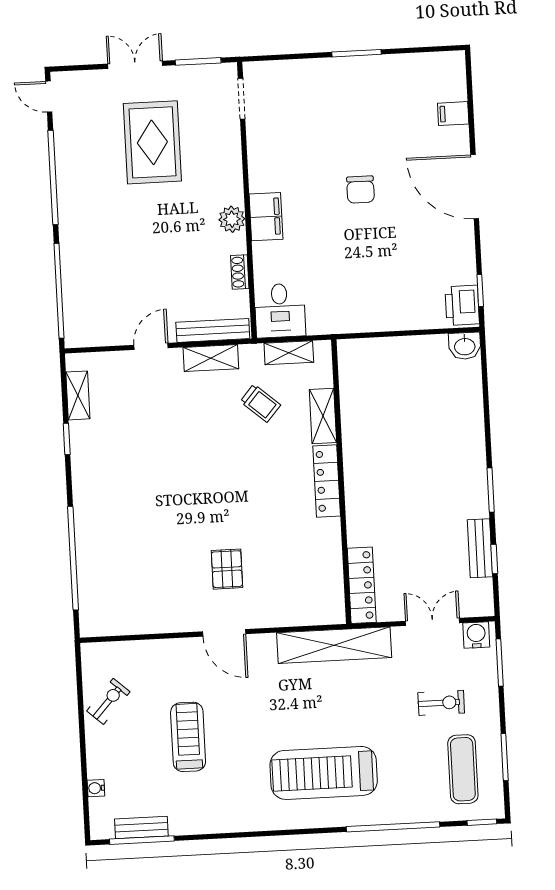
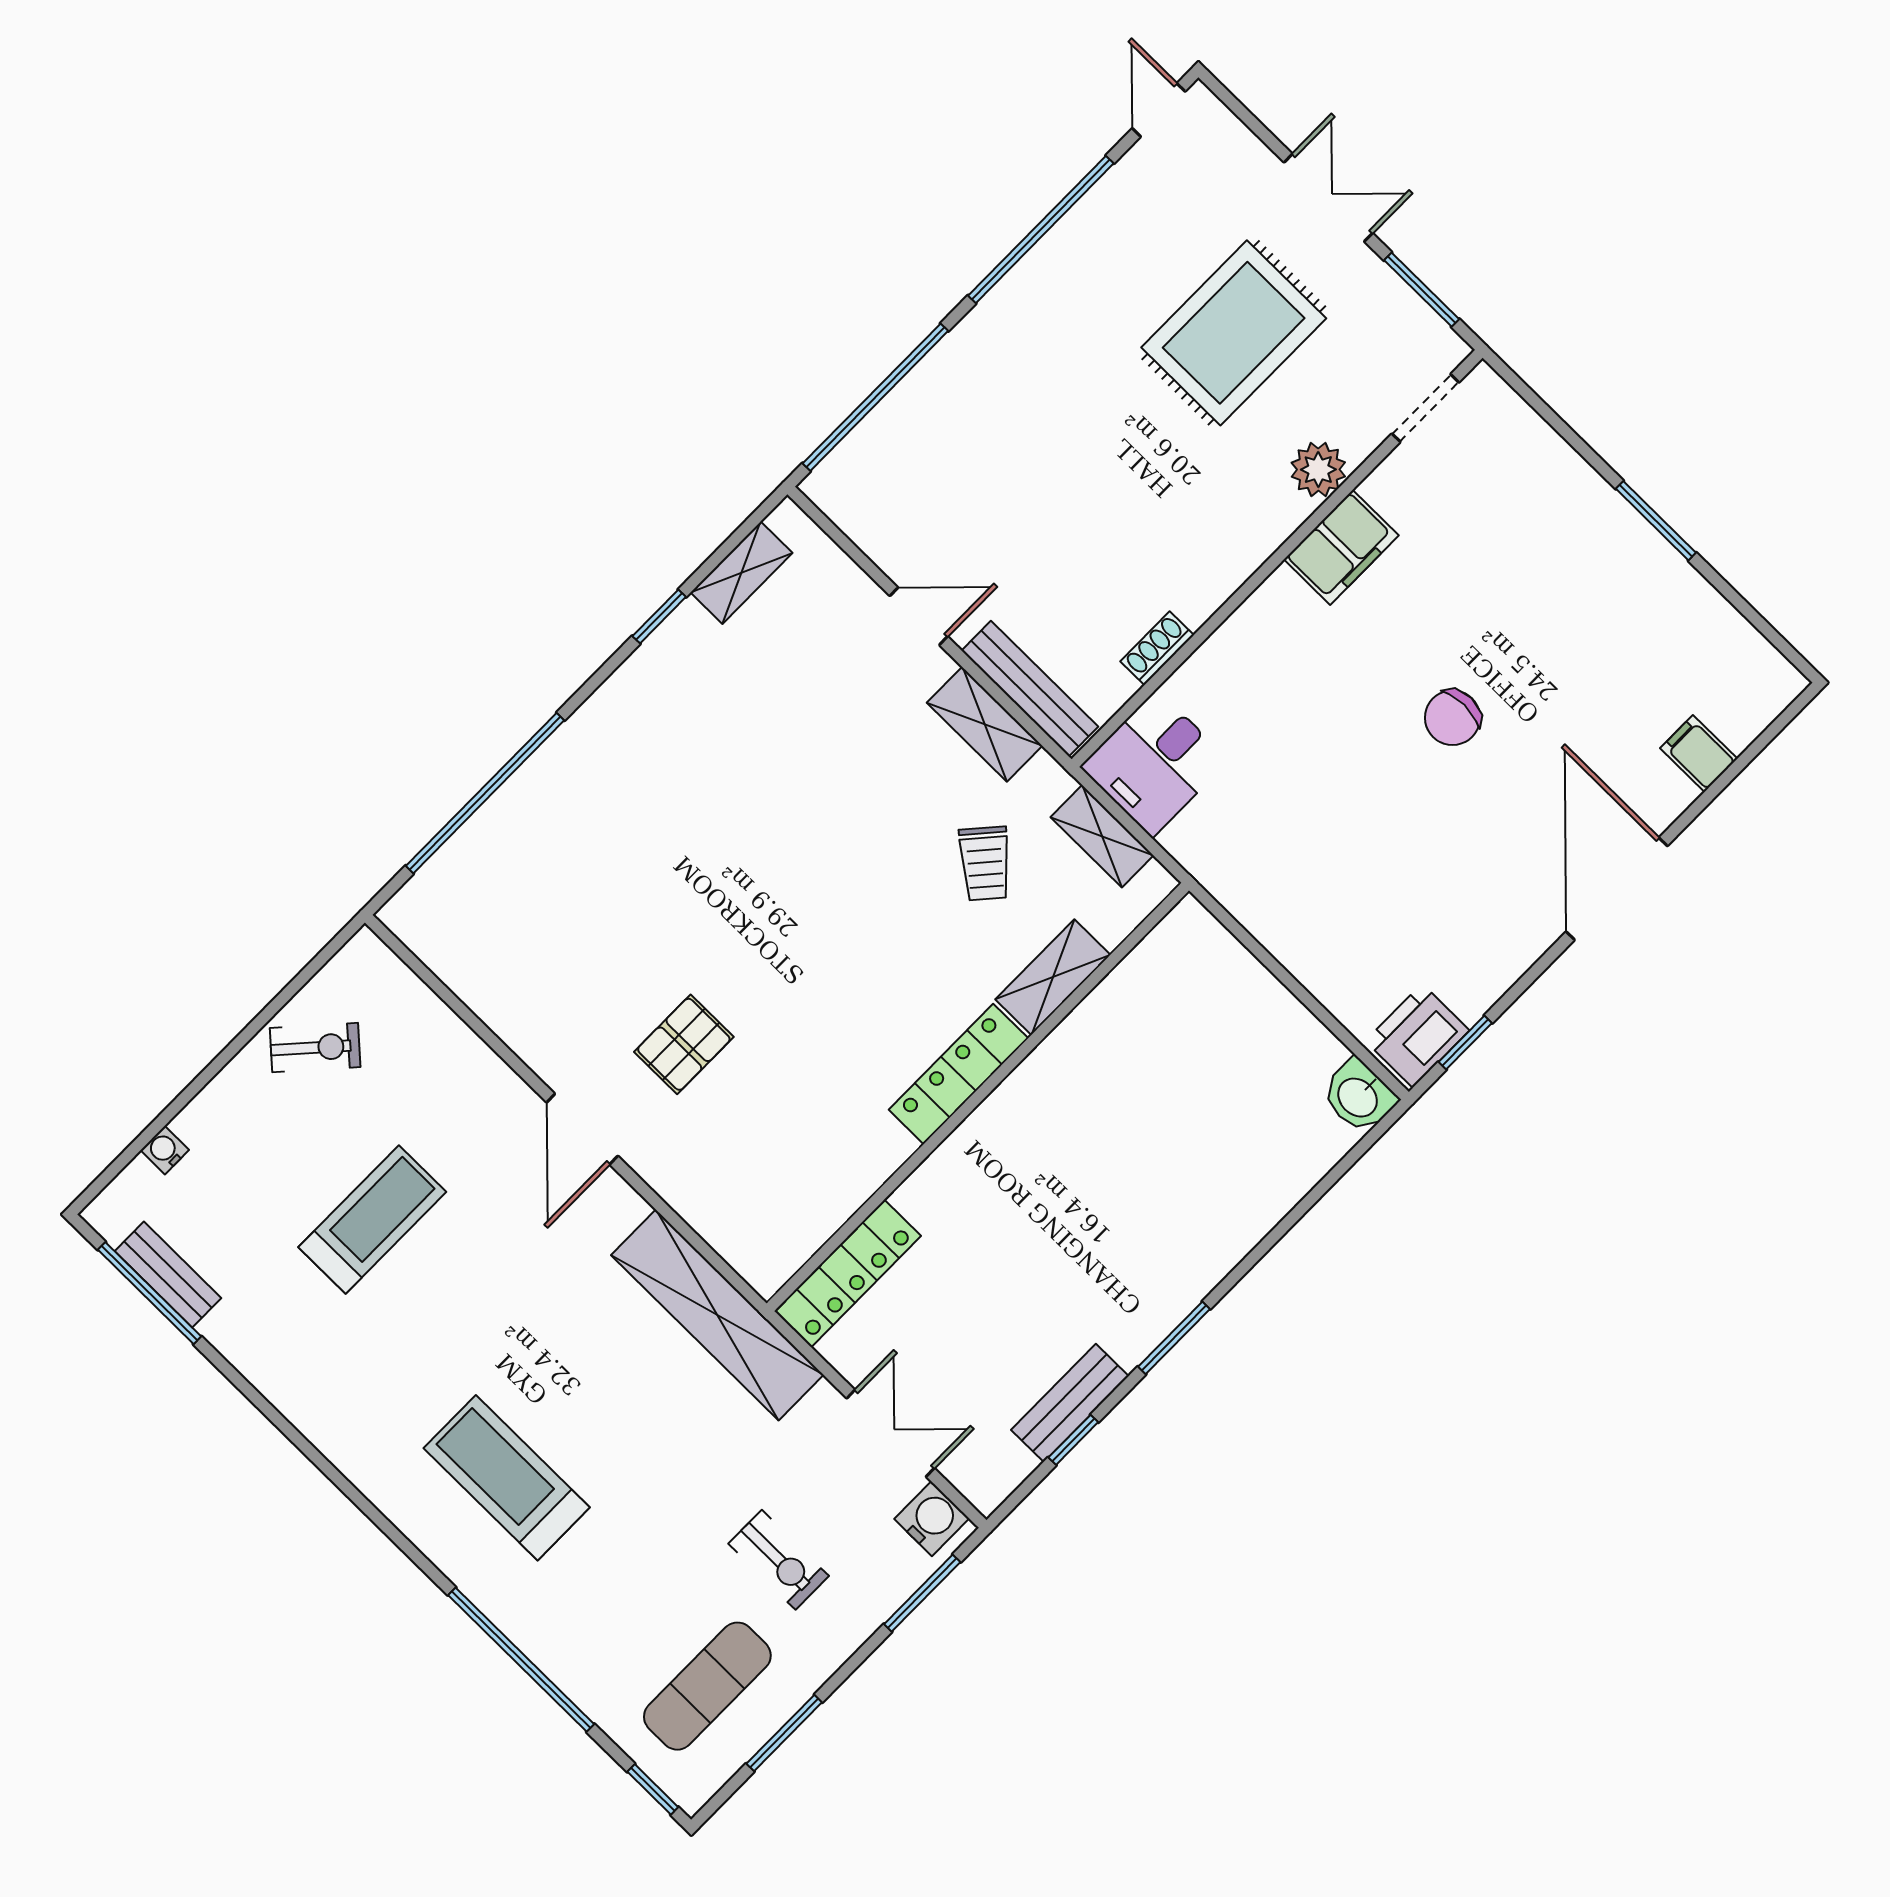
filing cabinet: (266, 217) -> (1341, 547), moved
plant: (232, 219) -> (1318, 470), moved
treadmill: (324, 773) -> (507, 1478), width x0.73, depth x0.73

